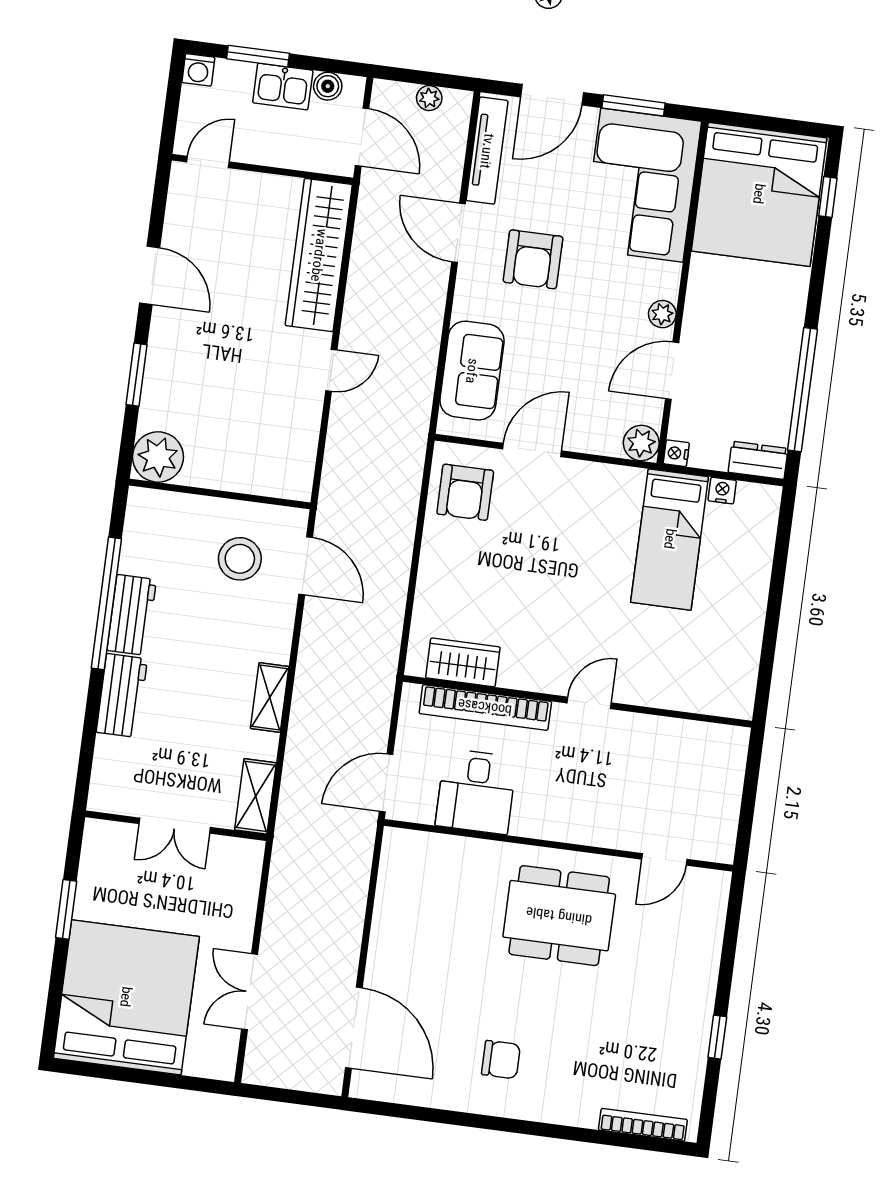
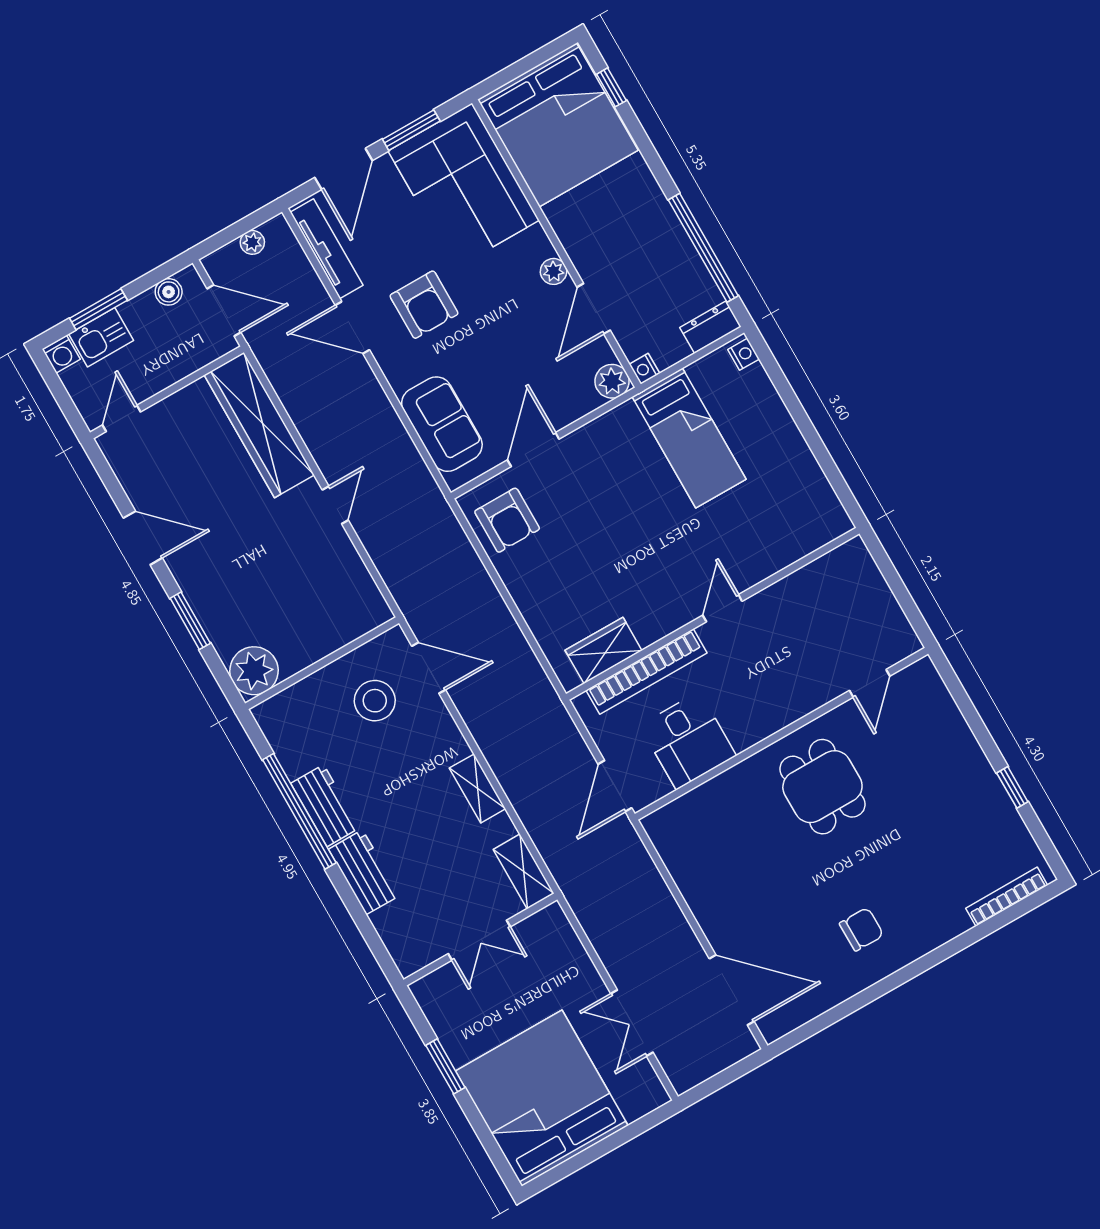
kitchen sink: (283, 86) -> (101, 337), moved
nightstand: (722, 491) -> (744, 354), moved, turned 90
dining table: (559, 916) -> (822, 787), width x0.73

